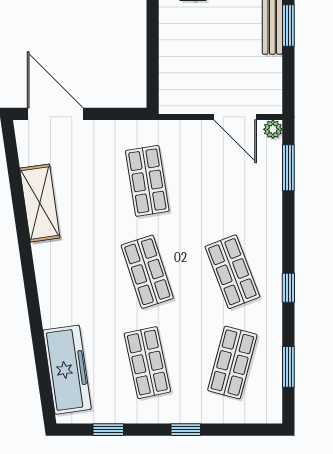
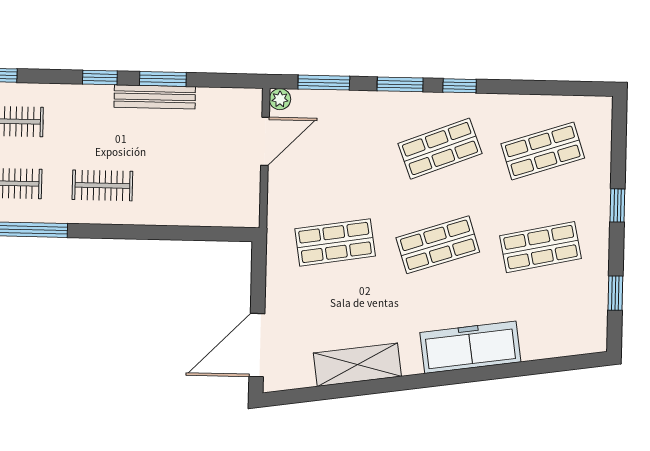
shop shelf: (232, 363) -> (543, 151), turned -33
window: (288, 367) -> (400, 84), moved
freezer: (67, 370) -> (470, 347), moved

